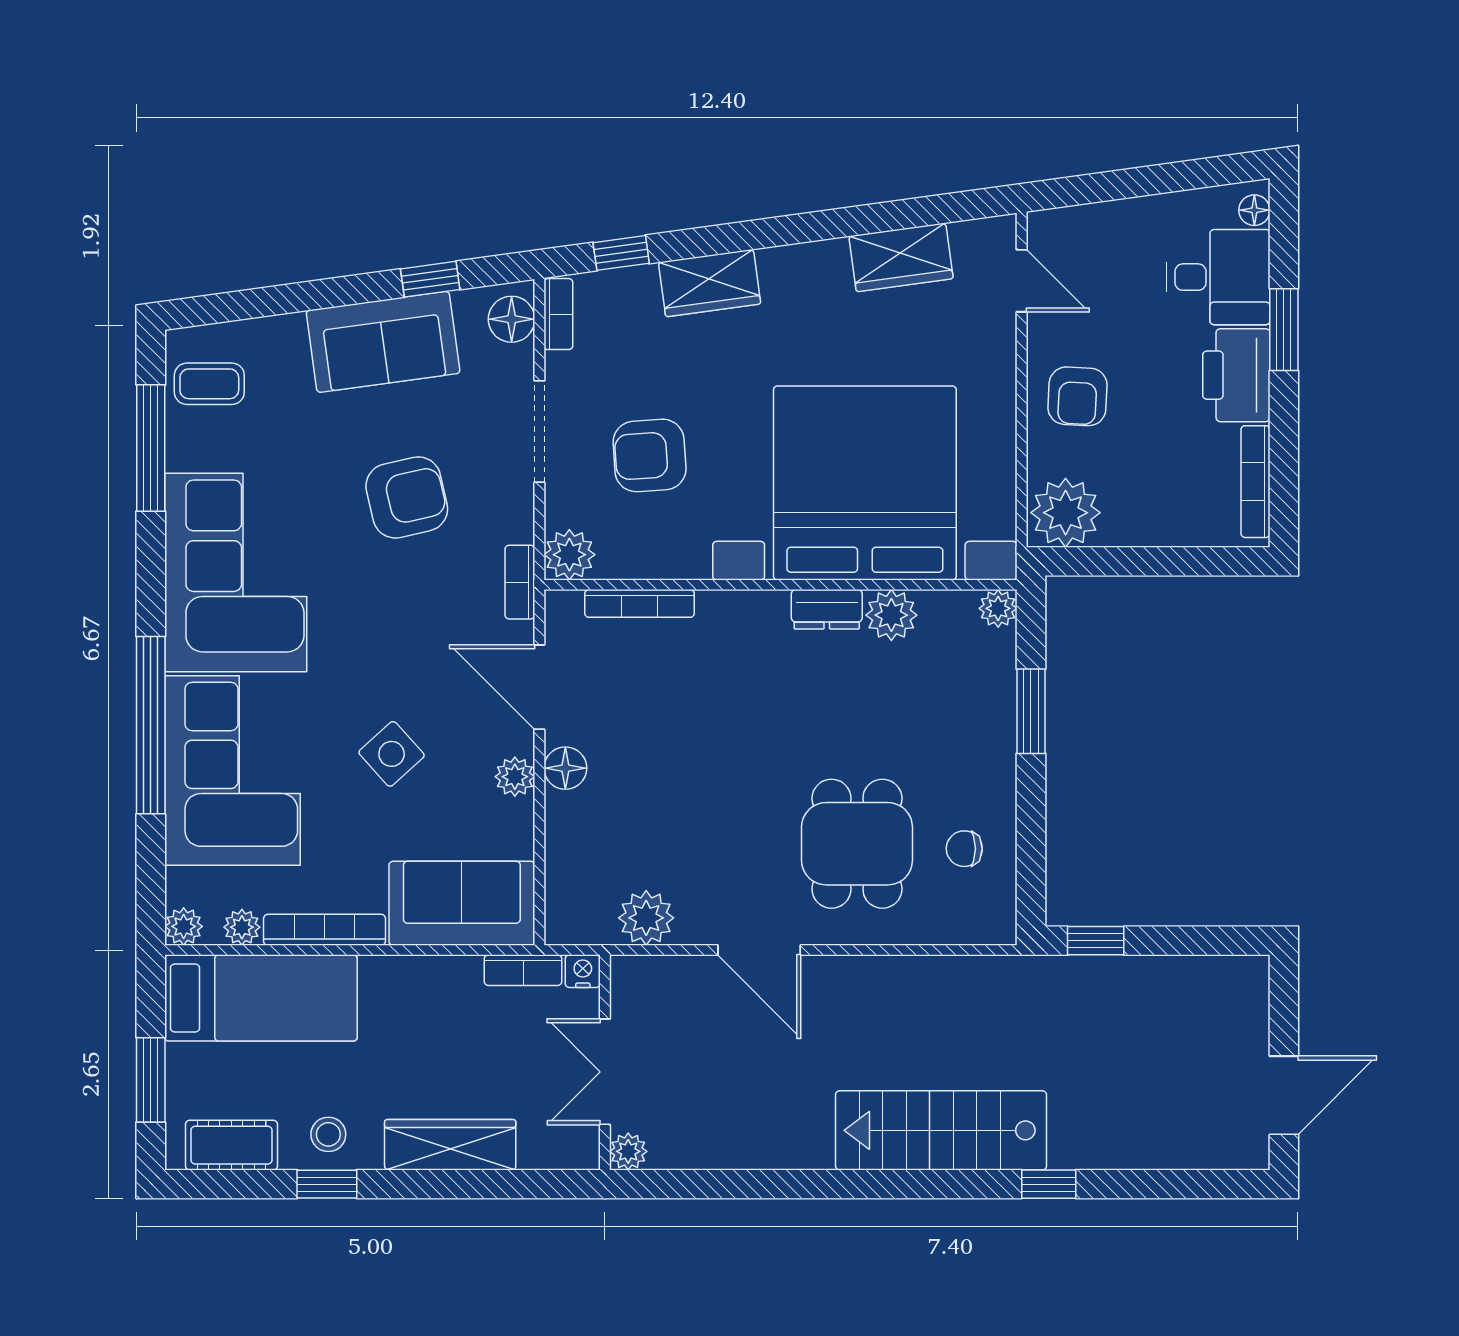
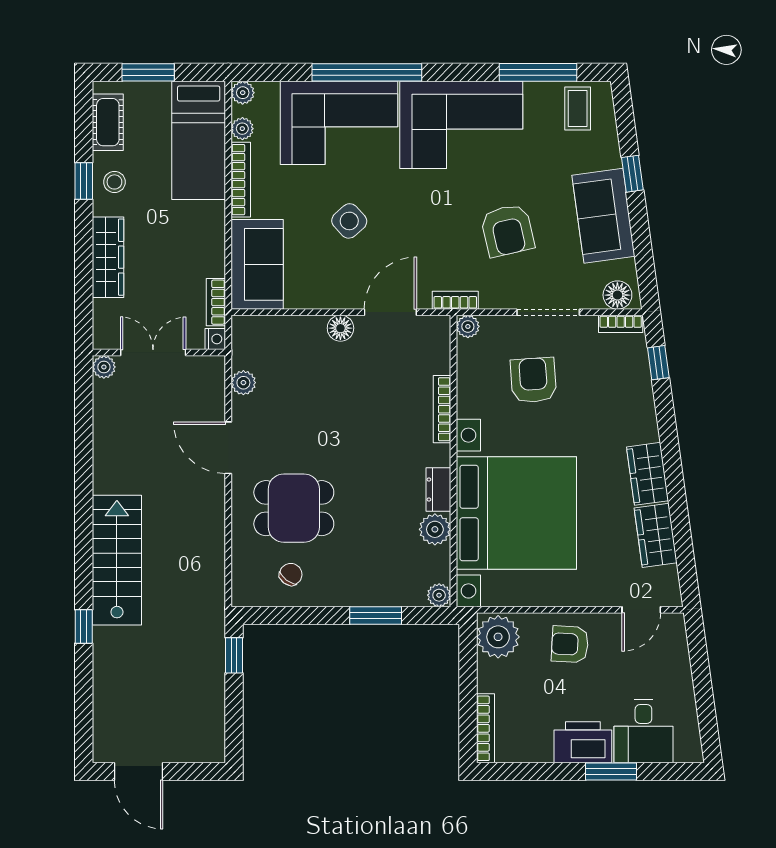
floor lamp: (1254, 210) -> (685, 753), removed
window: (430, 279) -> (632, 174), moved
wardrobe: (710, 283) -> (648, 474), moved
bookcase: (1255, 482) -> (486, 728), moved, turned 90
plant: (569, 555) -> (468, 326), width x0.73, depth x0.73
bookcase: (640, 603) -> (442, 409), moved
plant: (515, 777) -> (335, 297), removed
chair: (964, 849) -> (291, 574), turned 37
plant: (646, 918) -> (243, 383), width x0.73, depth x0.73
door: (759, 950) -> (228, 448), hinge flipped

